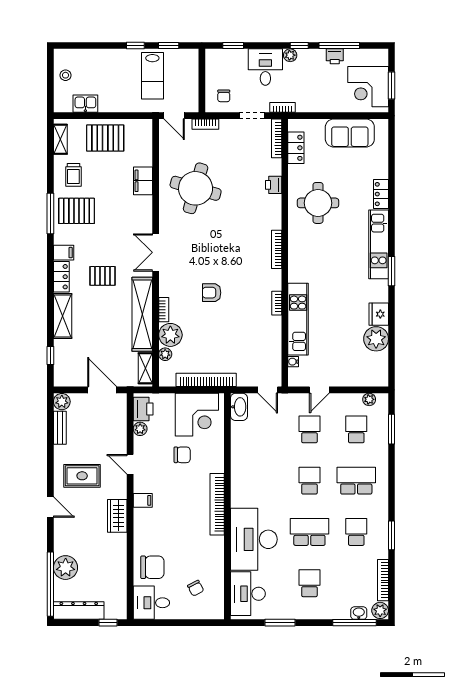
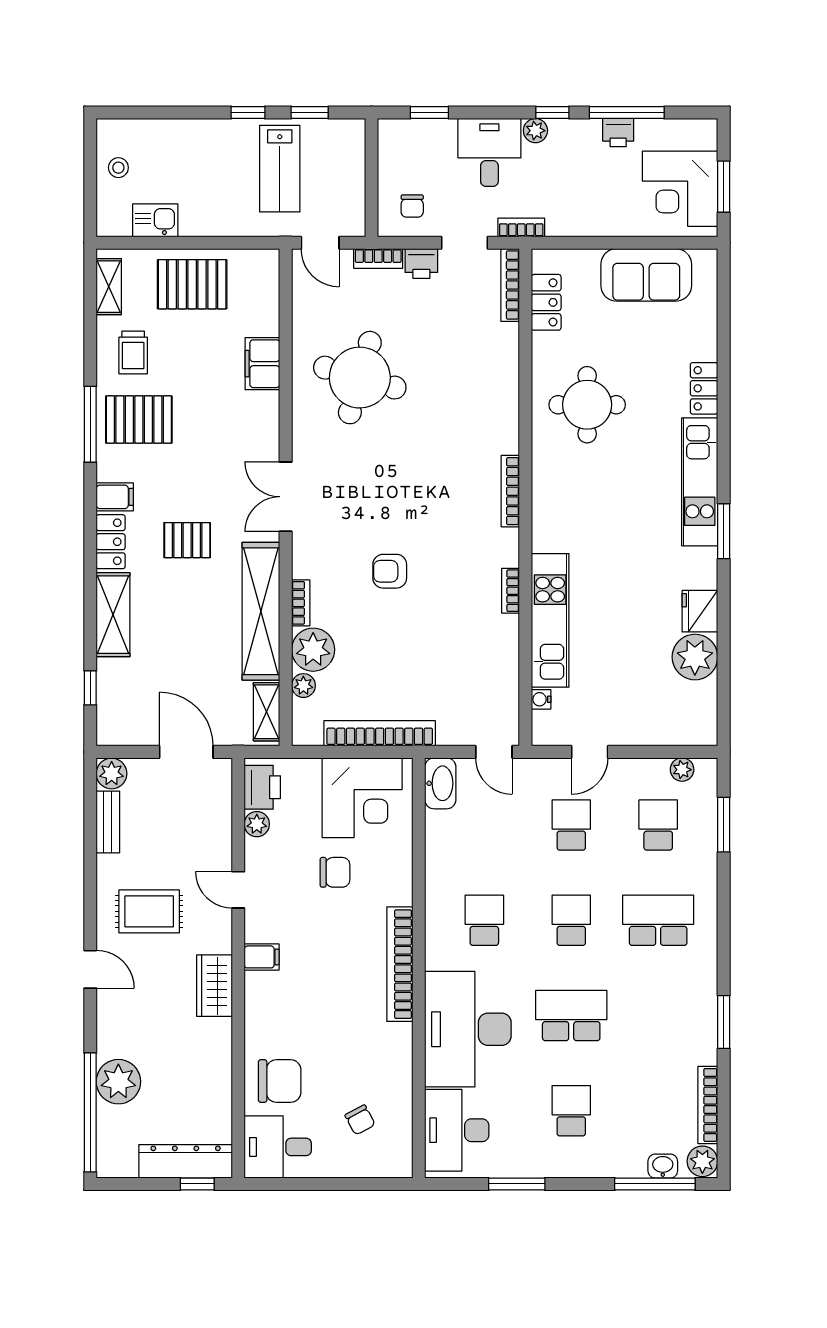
printer: (274, 185) -> (421, 264), moved, turned -90
school desk: (356, 532) -> (484, 920), moved
dresser: (79, 611) -> (186, 1161), moved

